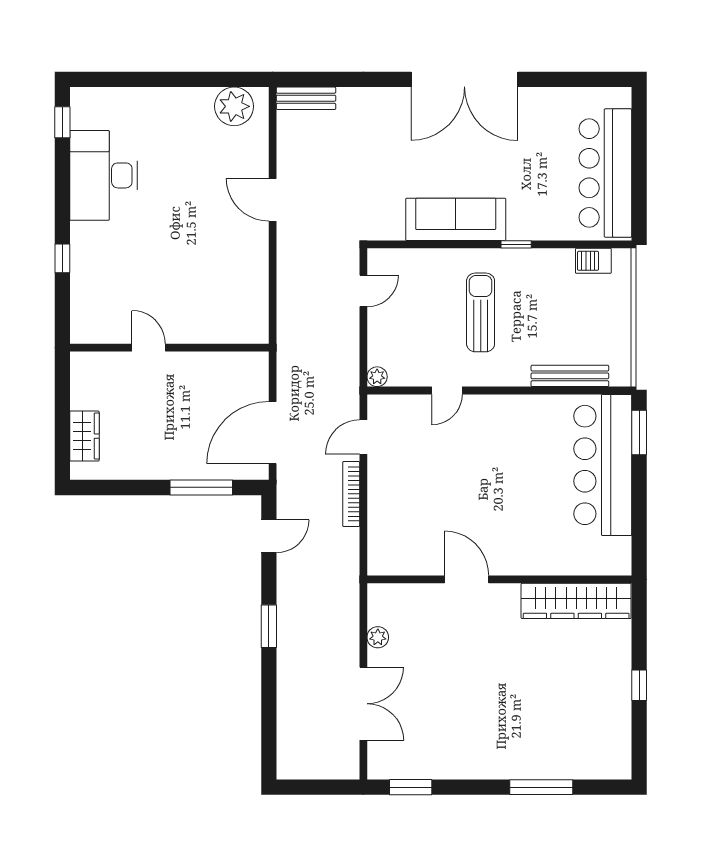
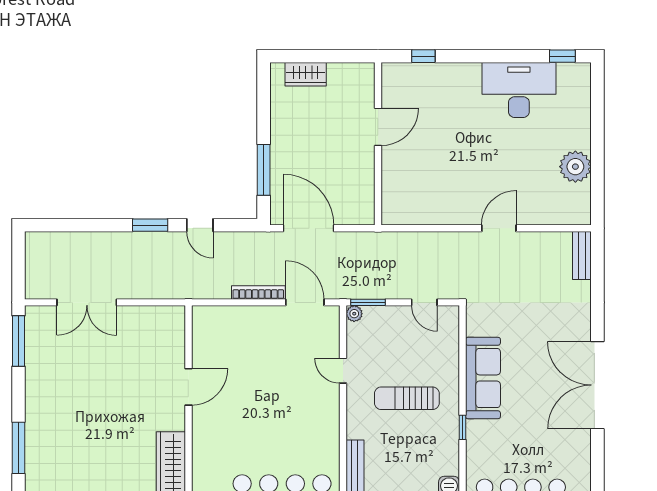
plant: (234, 106) -> (575, 167), moved
window: (62, 258) -> (423, 56), moved
sun lounger: (481, 312) -> (407, 398), turned 180
door: (149, 348) -> (378, 127), width x1.38
window: (363, 360) -> (368, 302), added
door: (363, 437) -> (305, 302), width x1.38
door: (269, 536) -> (200, 225), moved
plant: (378, 637) -> (141, 314), removed
window: (411, 787) -> (18, 341), width x1.44

